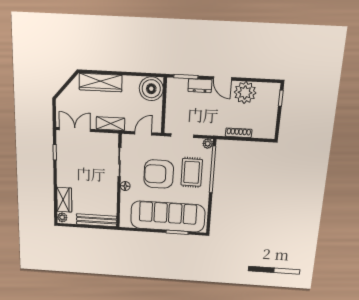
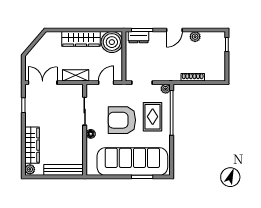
door: (222, 78) -> (174, 30), hinge flipped
wardrobe: (101, 82) -> (81, 39), moved
dresser: (200, 86) -> (138, 37), moved
plant: (245, 93) -> (195, 37), width x0.53, depth x0.53
wardrobe: (64, 200) -> (32, 145), width x1.50

